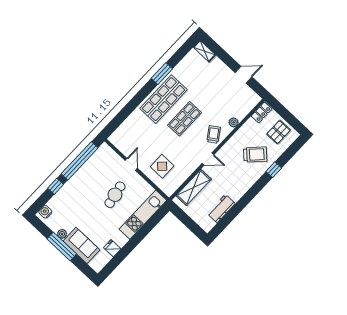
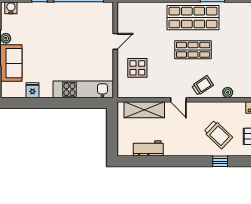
cafe table: (115, 195) -> (78, 51), removed

